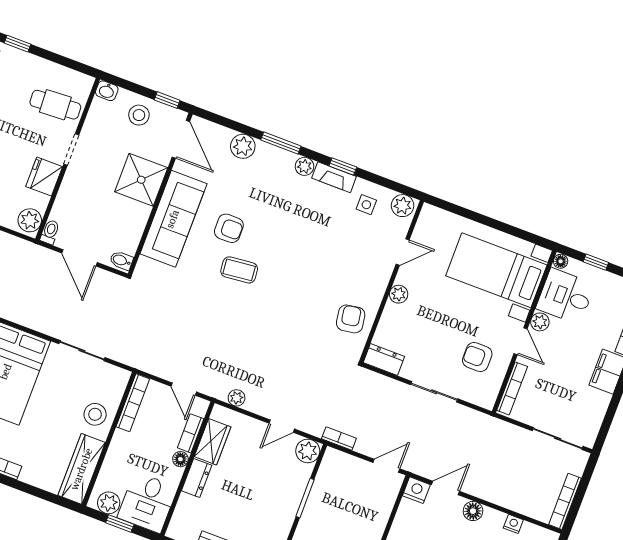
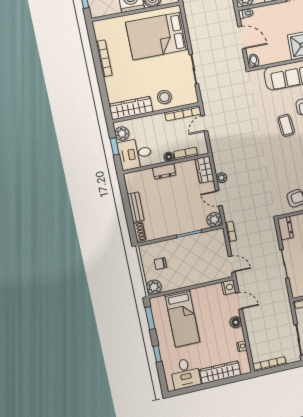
door: (80, 258) -> (242, 38), swing flipped
door: (184, 389) -> (204, 123), moved
plant: (237, 398) -> (221, 178), moved
wardrobe: (213, 442) -> (205, 170), moved, turned 90

